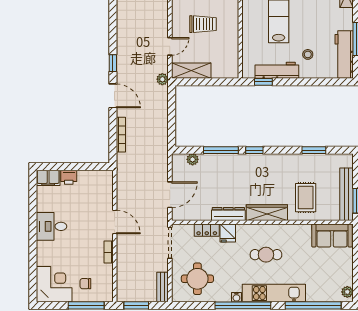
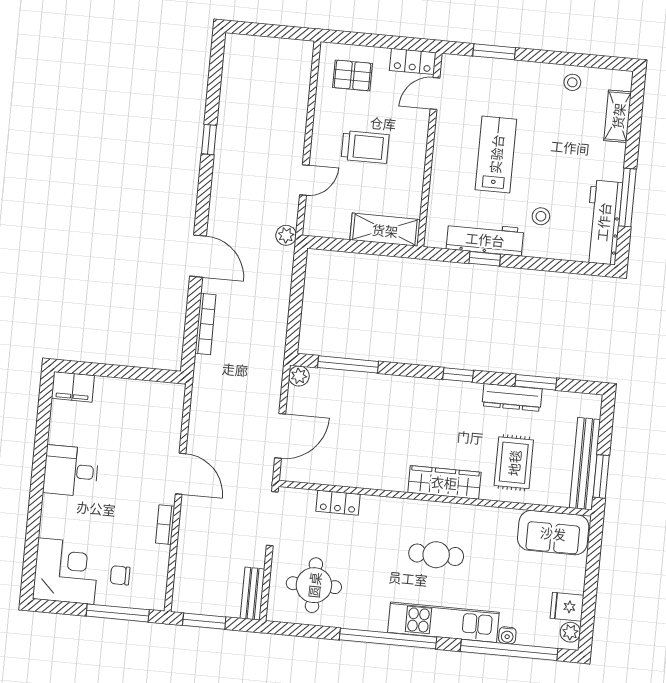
window: (113, 63) -> (209, 140), moved
shelving: (191, 71) -> (385, 230), moved
window: (263, 82) -> (485, 259), moved
window: (221, 150) -> (348, 364), moved
window: (254, 150) -> (458, 375), moved
plant: (193, 159) -> (299, 376), moved
printer: (69, 177) -> (109, 389), removed
dresser: (228, 214) -> (512, 397), moved, turned 180
fridge: (228, 233) -> (567, 607), moved, turned 90
water cooler: (236, 297) -> (507, 635), moved

